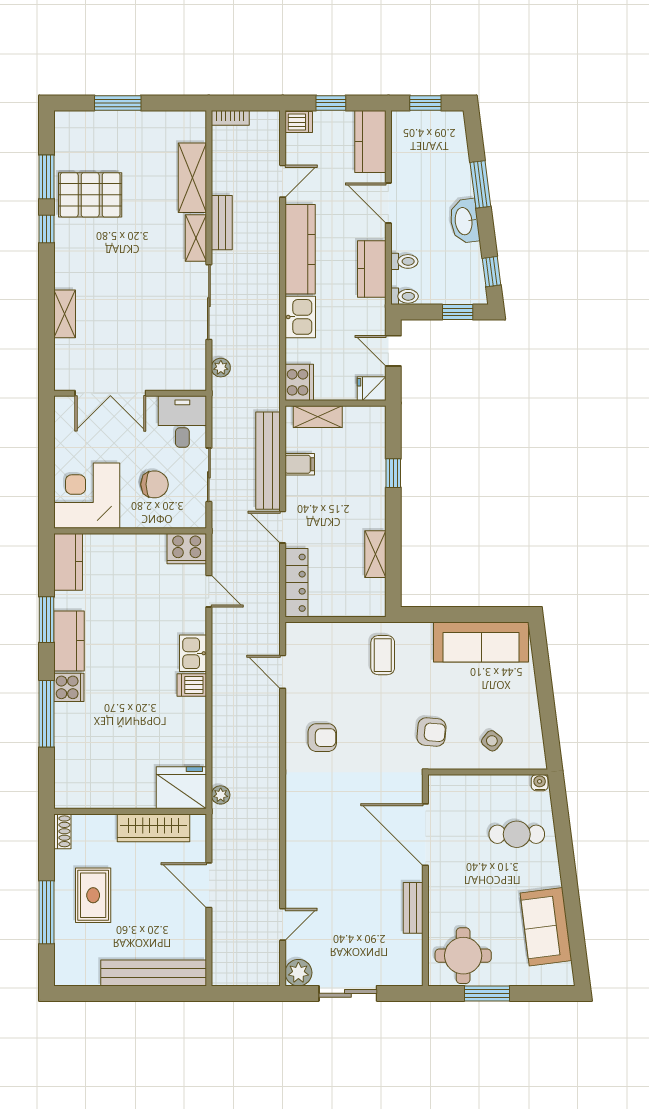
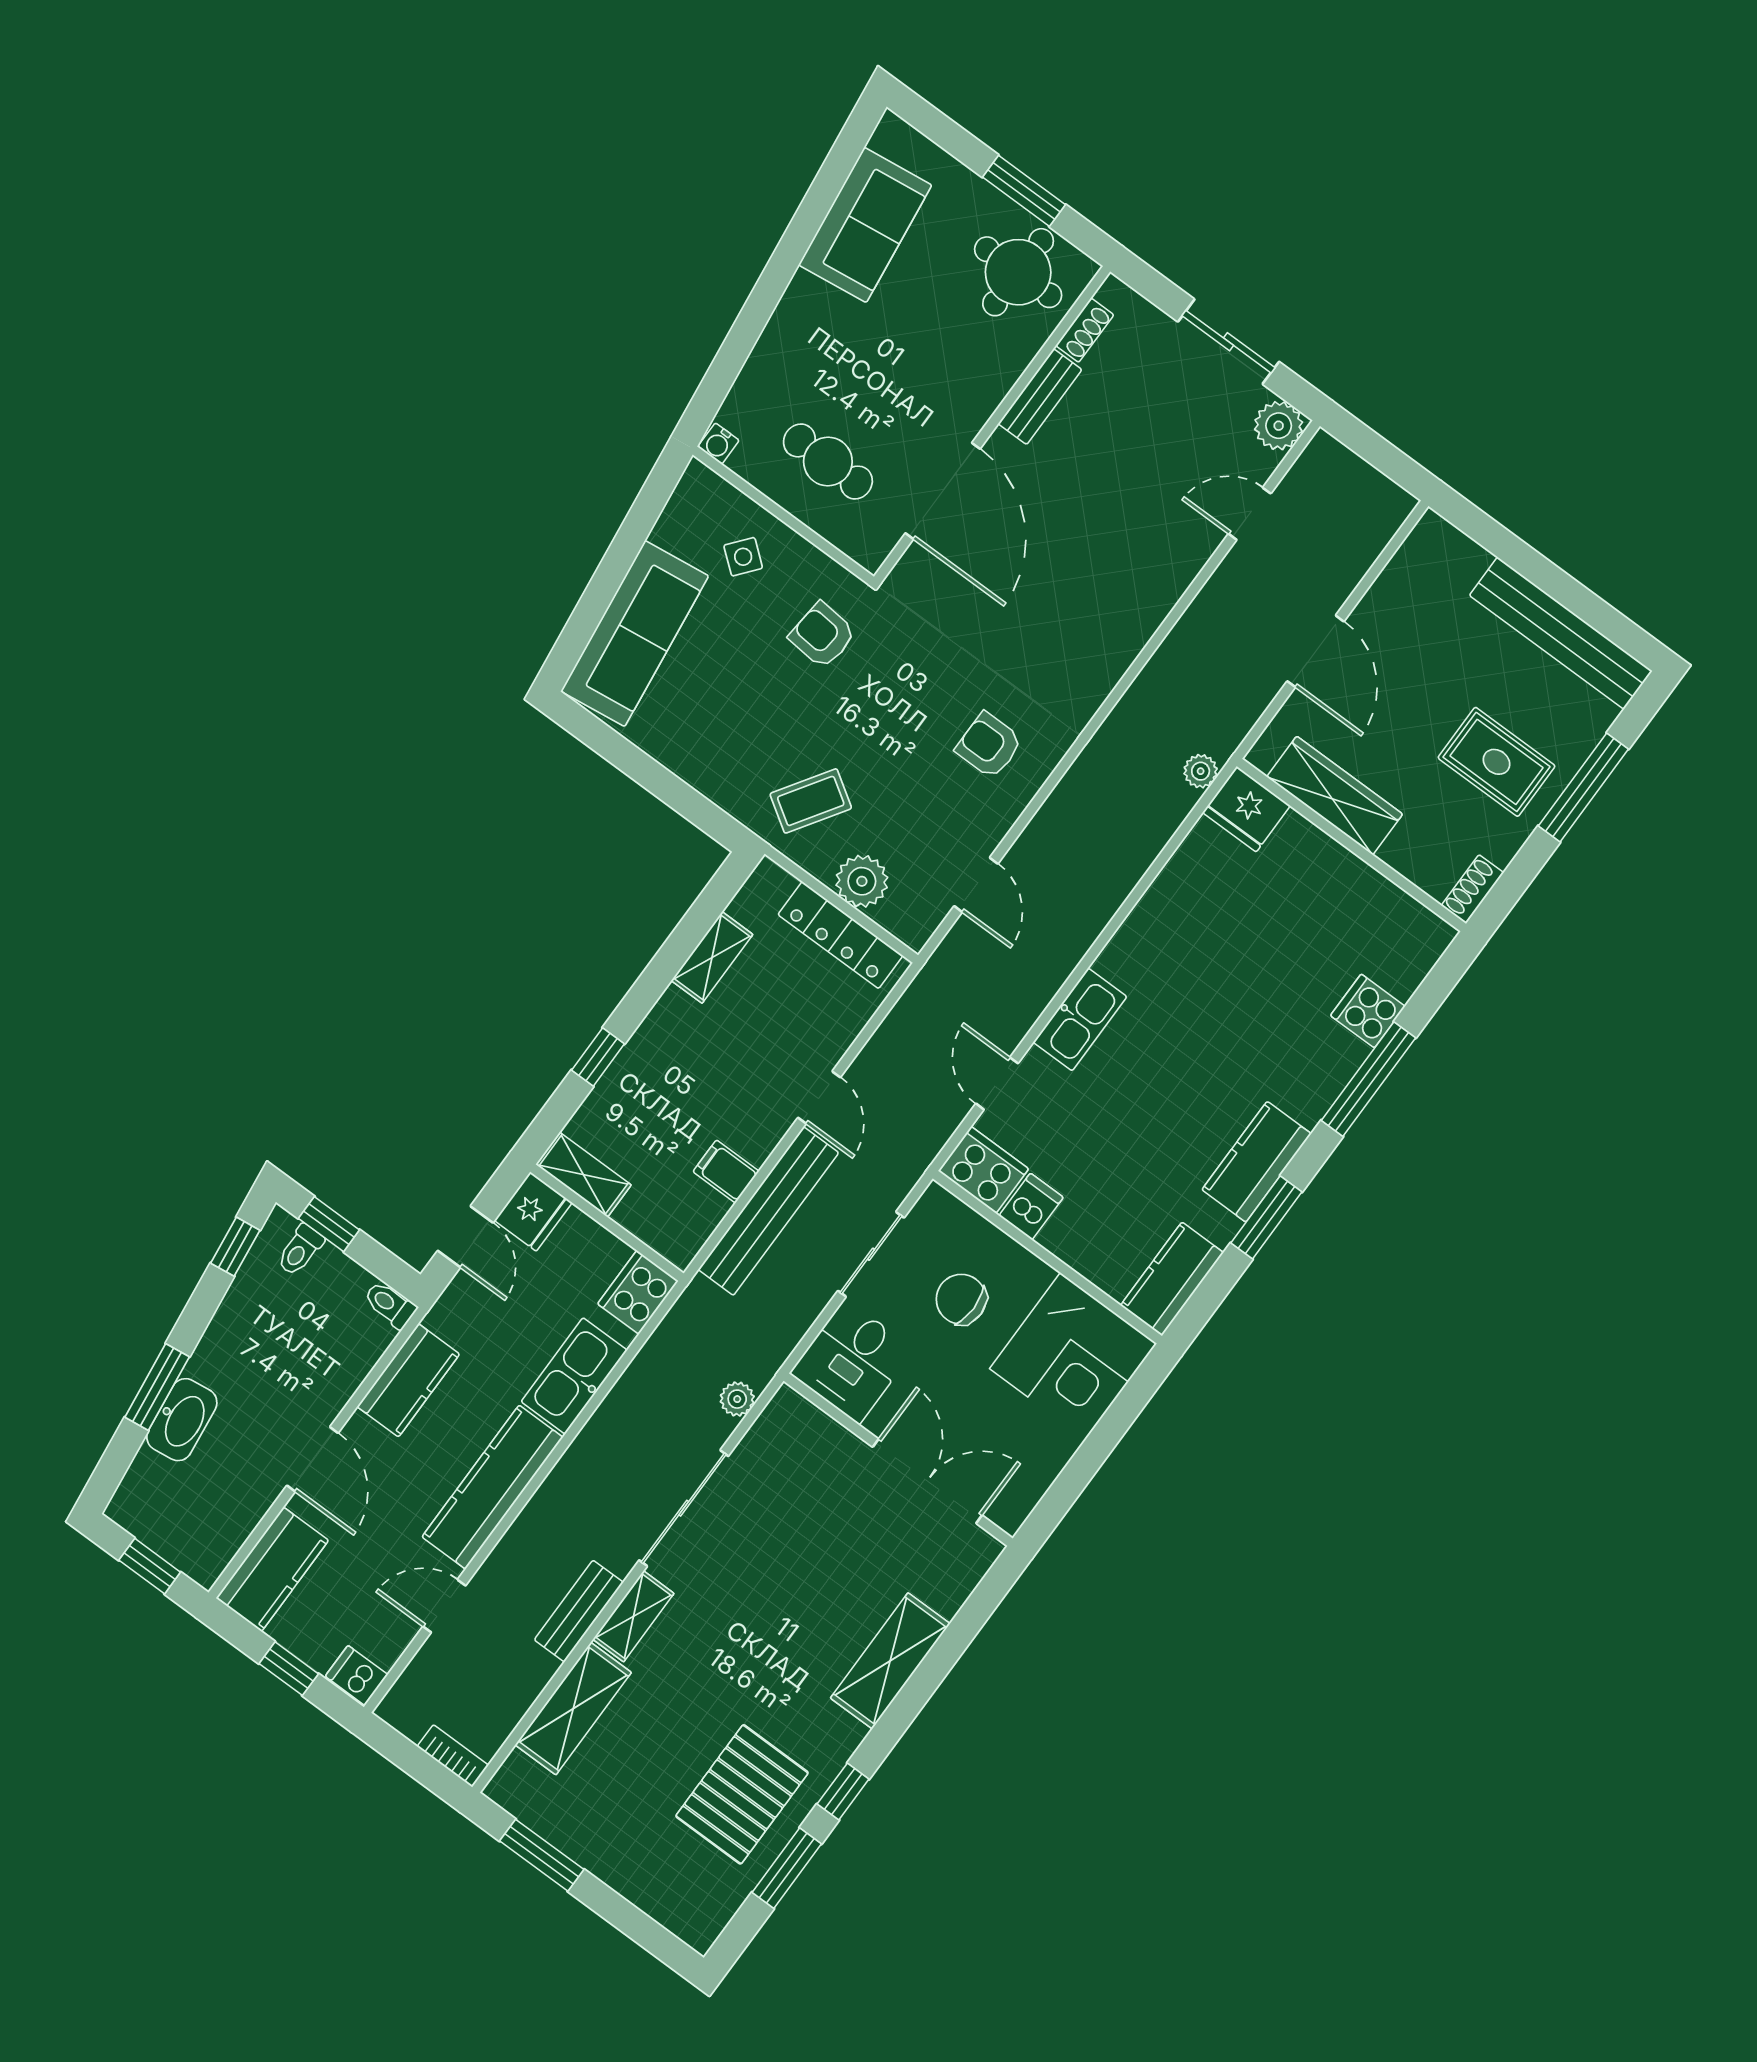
window: (118, 103) -> (542, 1855), moved
pallet: (90, 195) -> (742, 1794), turned 90
washbasin: (464, 221) -> (182, 1420), moved
toilet: (404, 261) -> (300, 1250), moved, turned -90
shelving: (65, 314) -> (890, 1661), width x1.50, depth x1.33
kitchen sink: (300, 317) -> (574, 1376), width x1.38
fridge: (372, 389) -> (533, 1212), width x1.38
shelving: (318, 417) -> (583, 1175), moved
locker: (296, 583) -> (840, 935), moved, turned -90
plant: (334, 636) -> (862, 881), added
sofa: (481, 642) -> (635, 633), moved, turned 83
kitchen sink: (193, 653) -> (1080, 1019), width x1.38
coffee table: (383, 655) -> (811, 801), turned 33
dishwasher: (192, 685) -> (1031, 1207), moved, turned -90
cooker: (69, 687) -> (1368, 1011), moved
fridge: (181, 788) -> (1246, 809), width x0.73, depth x0.75
cafe table: (517, 834) -> (828, 461), moved
rug: (93, 895) -> (1497, 762), turned 90
shoe rack: (415, 952) -> (1085, 330), added
bench: (154, 973) -> (1561, 633), moved

